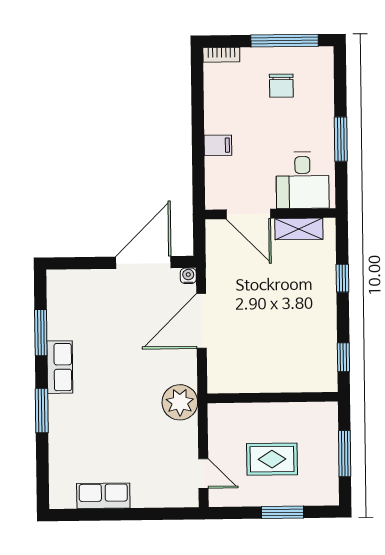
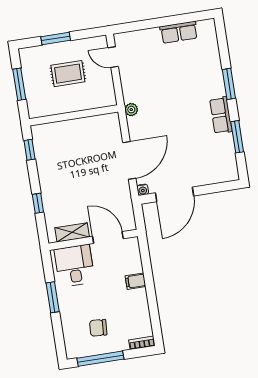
chair: (281, 86) -> (98, 328), turned -86
plant: (180, 402) -> (131, 110), width x0.53, depth x0.53

